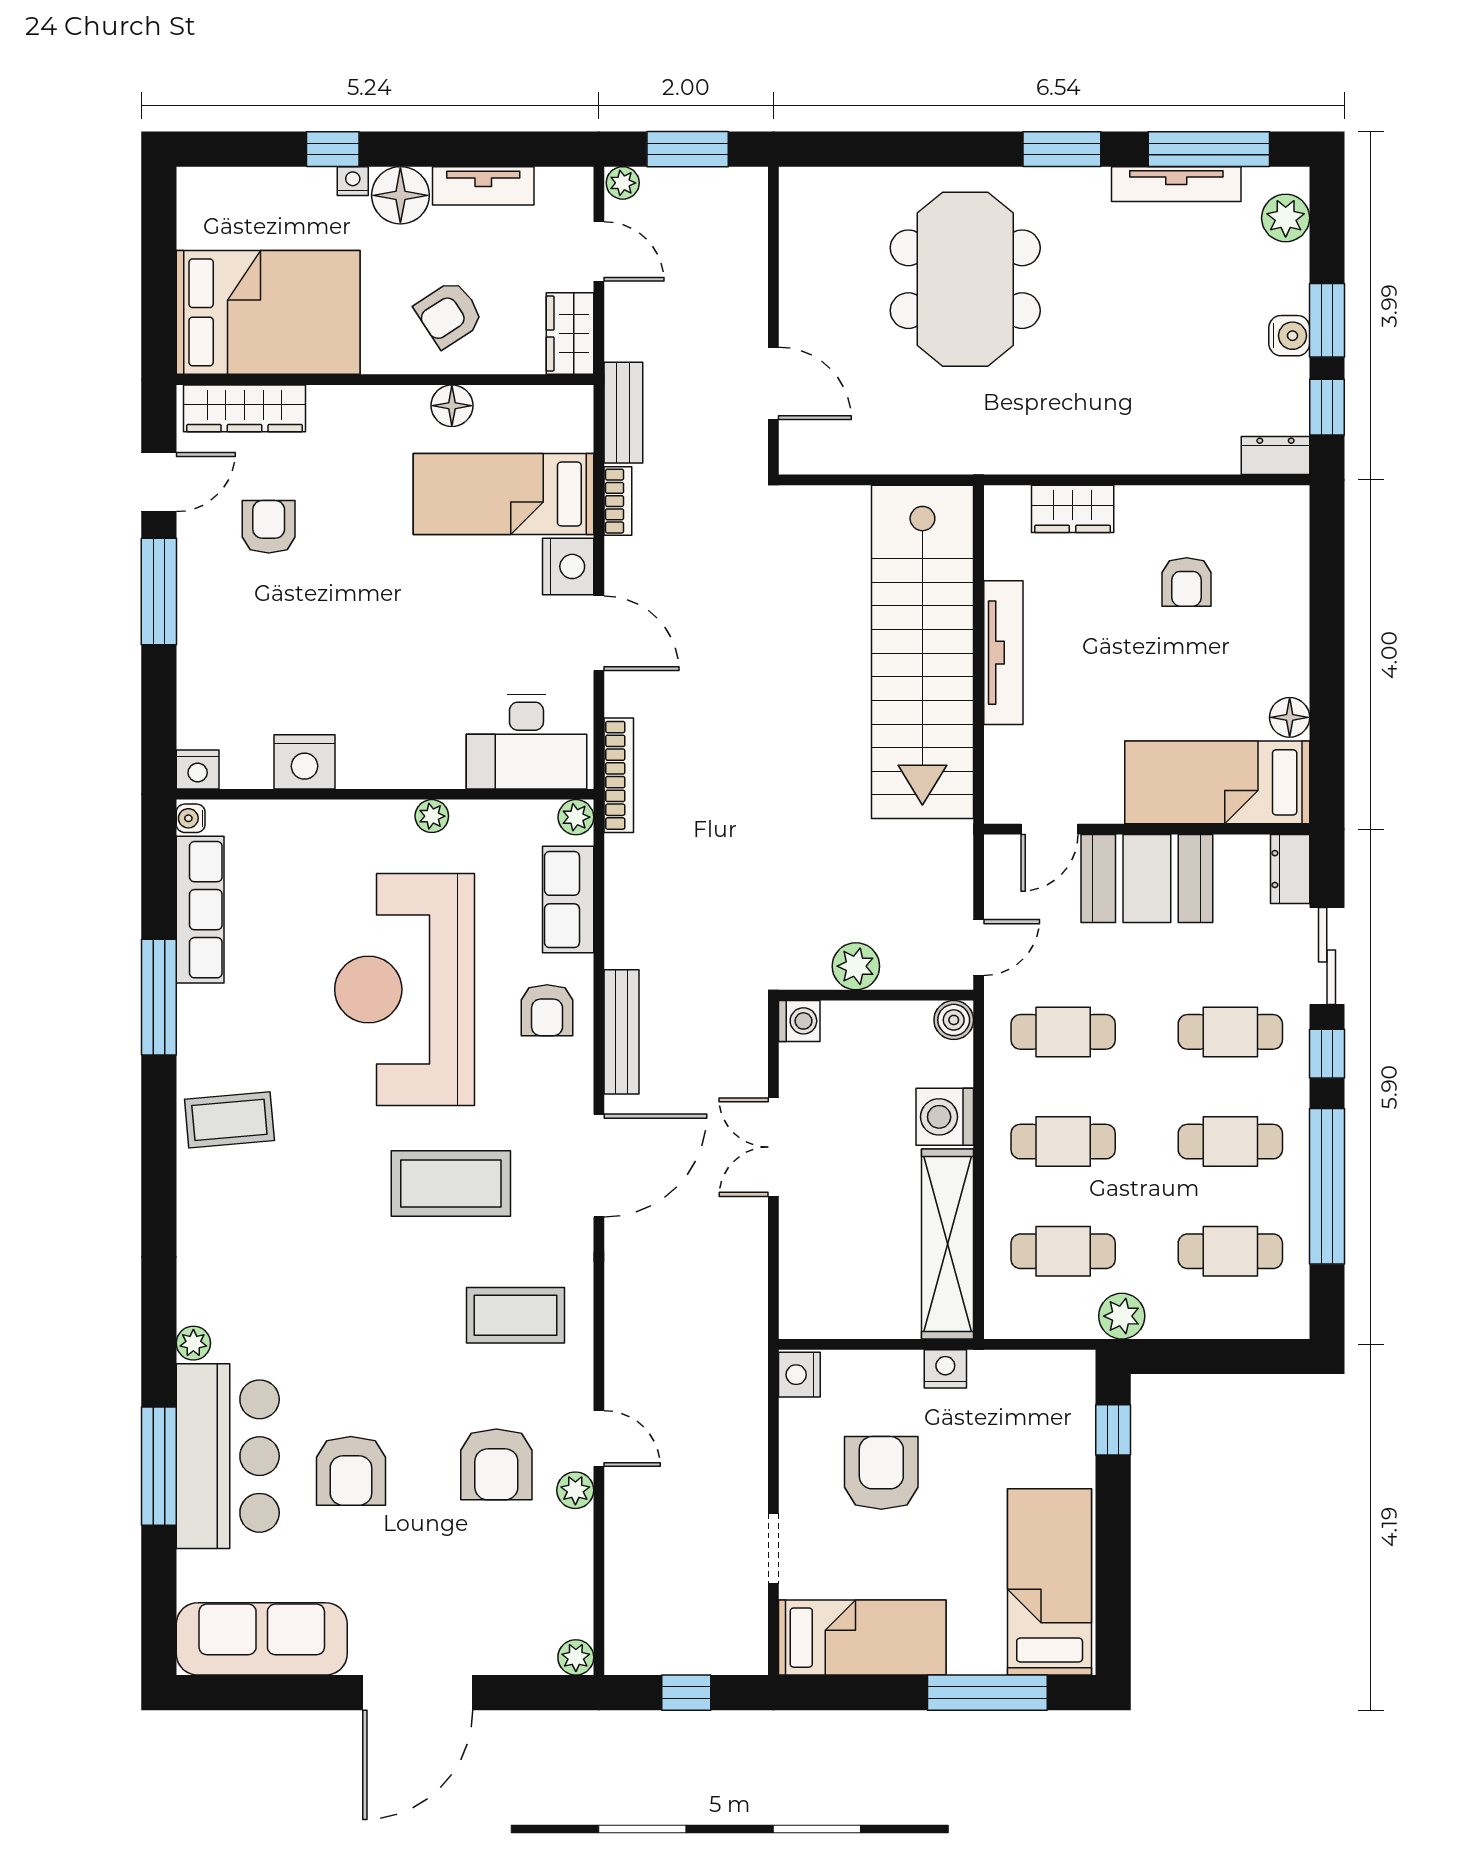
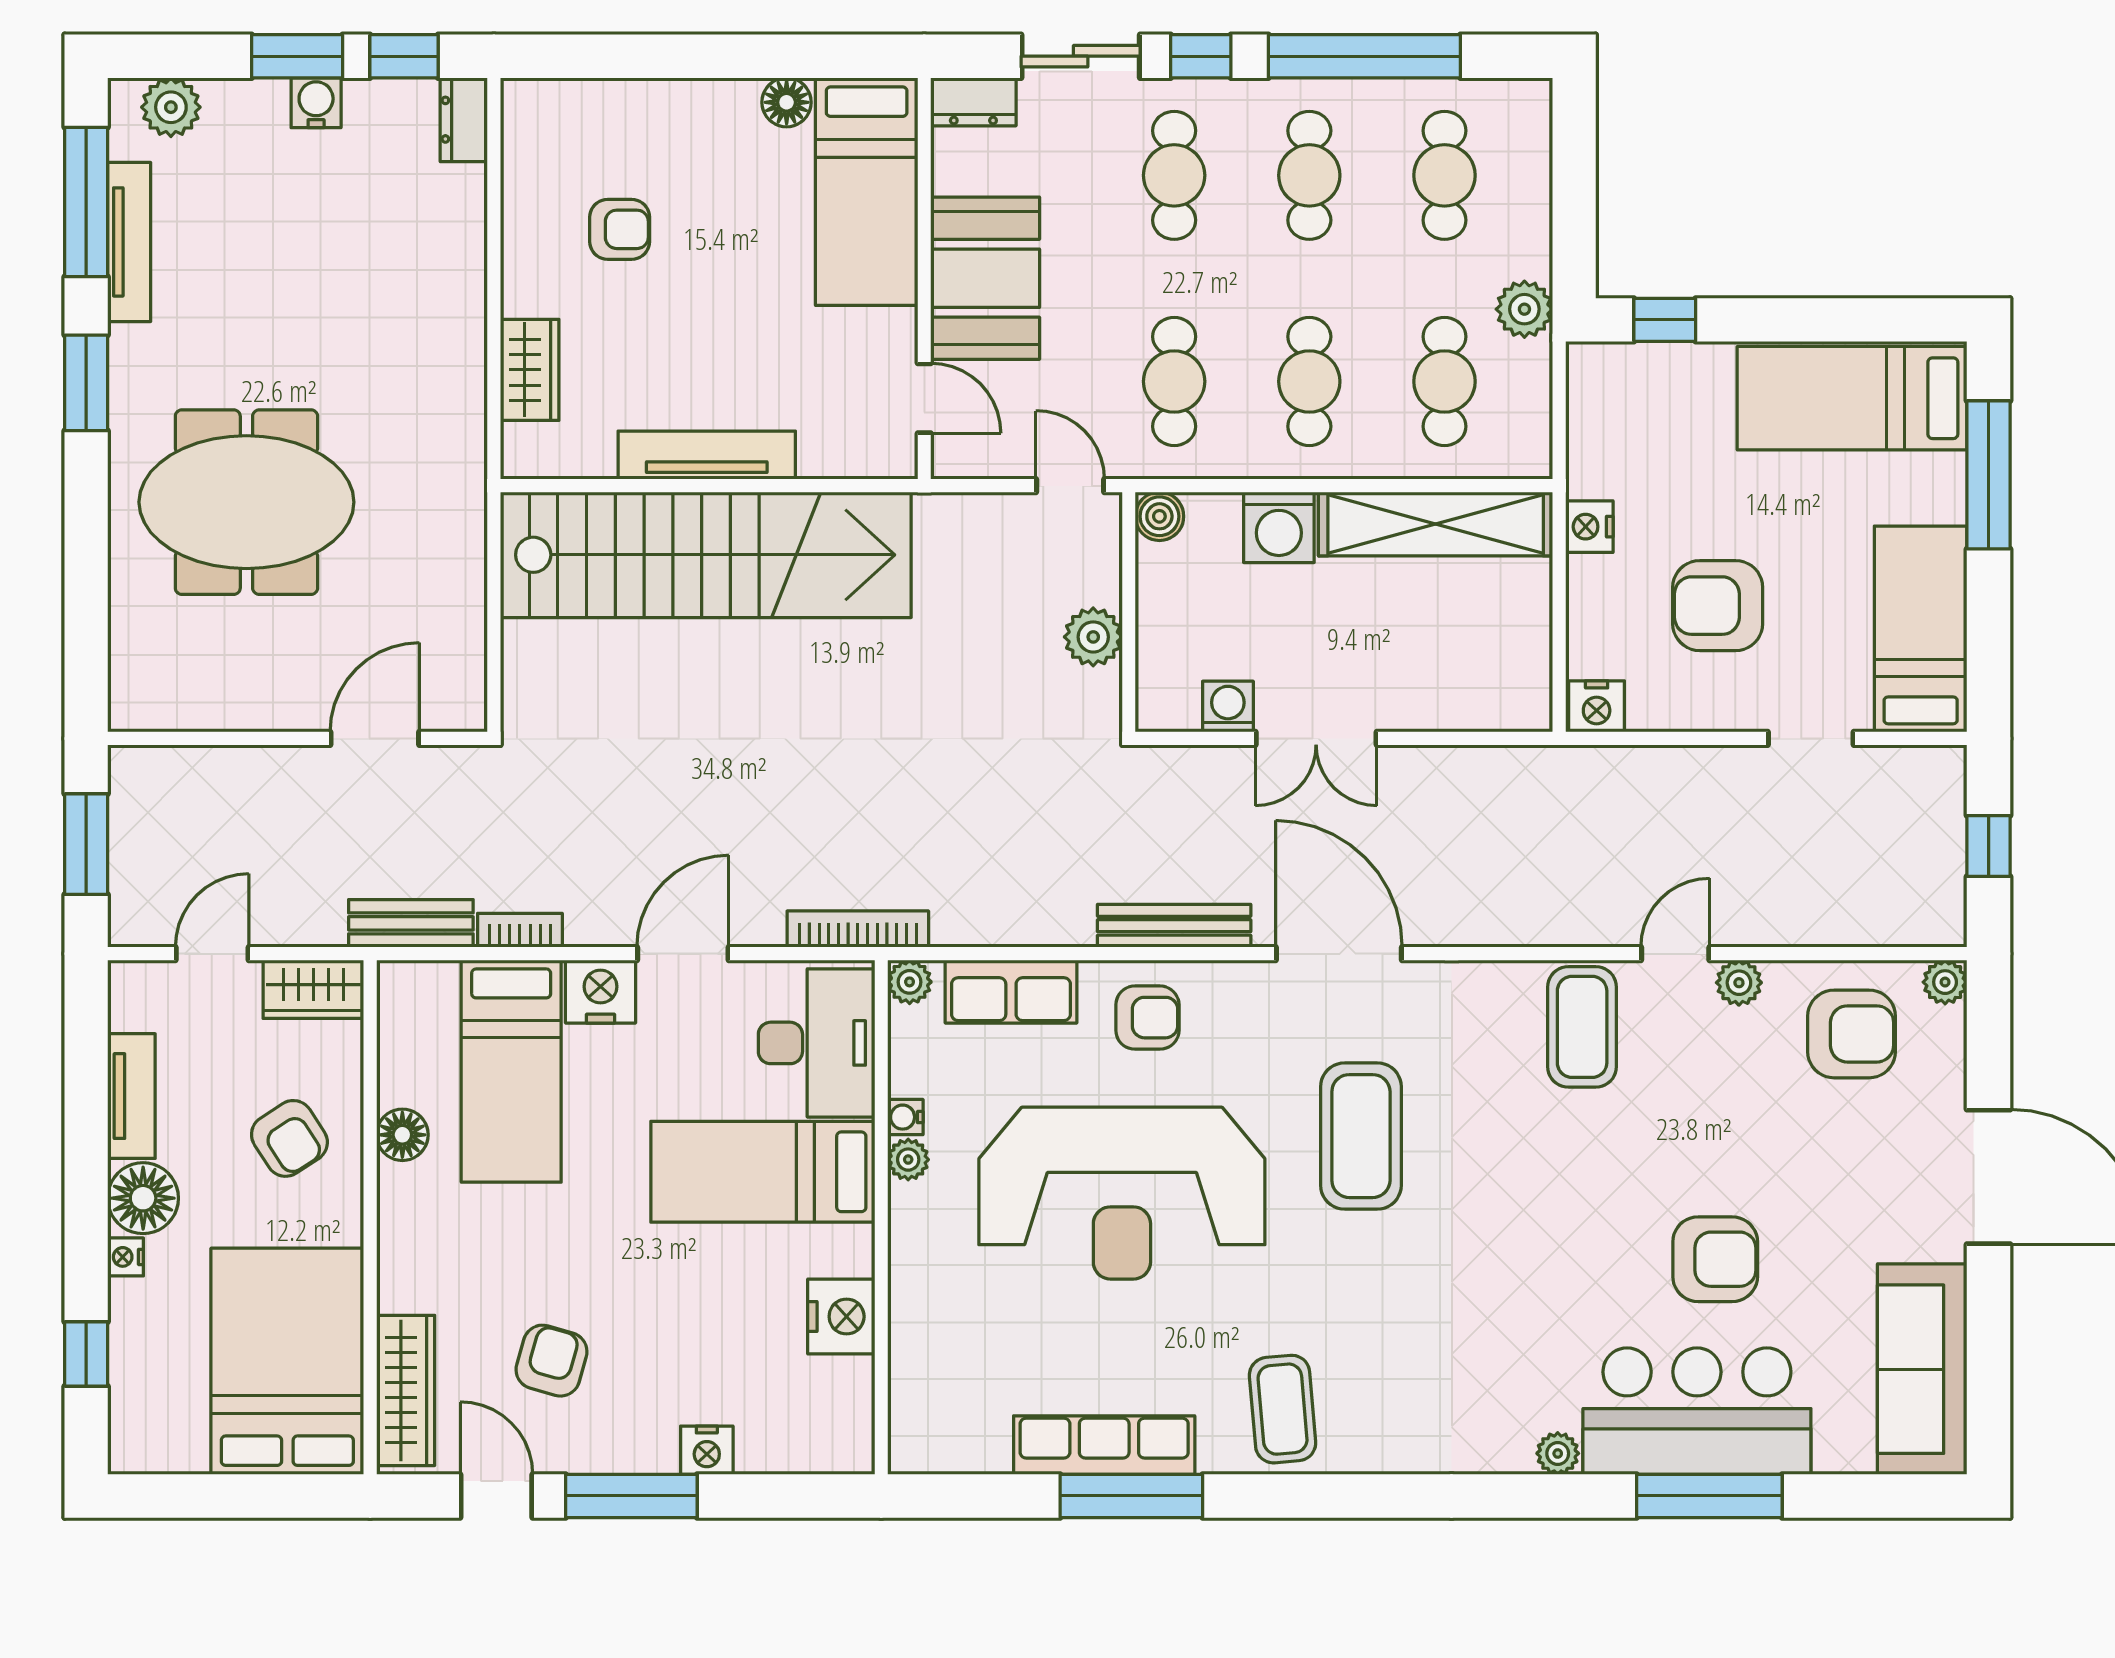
window: (333, 149) -> (86, 1354), moved
plant: (623, 183) -> (128, 924), removed
armchair: (269, 527) -> (552, 1361), turned 106
bed: (422, 698) -> (763, 1172), added
nightstand: (198, 769) -> (707, 1450), moved, turned 90
water cooler: (191, 818) -> (905, 1117), moved, turned 90
row of seats: (200, 910) -> (1104, 1445), moved
washing machine: (799, 1021) -> (1228, 707), moved
coffee table: (516, 1315) -> (1582, 1027), moved
armchair: (496, 1464) -> (1852, 1034), moved

